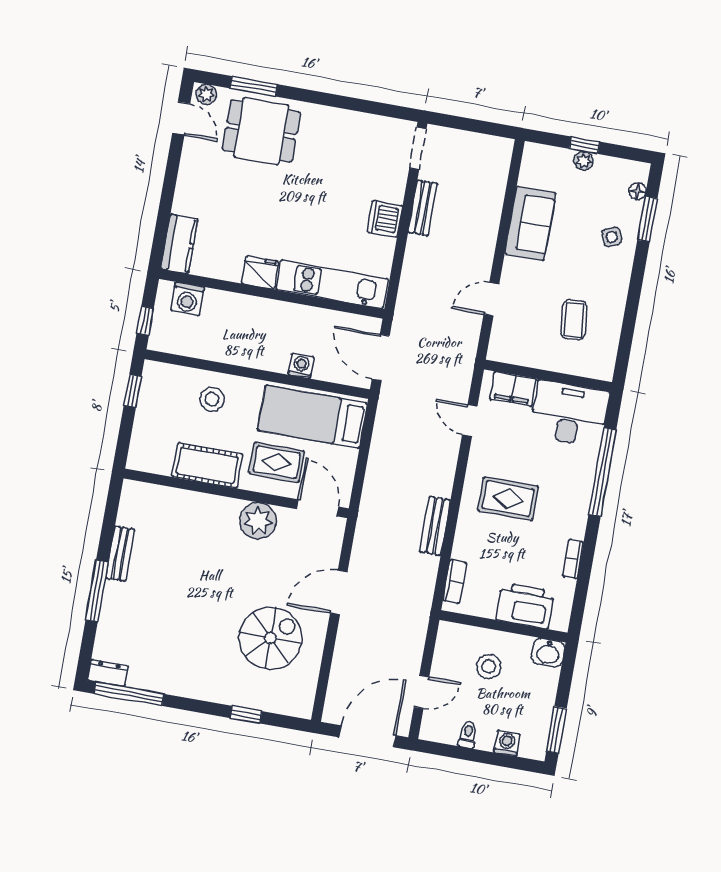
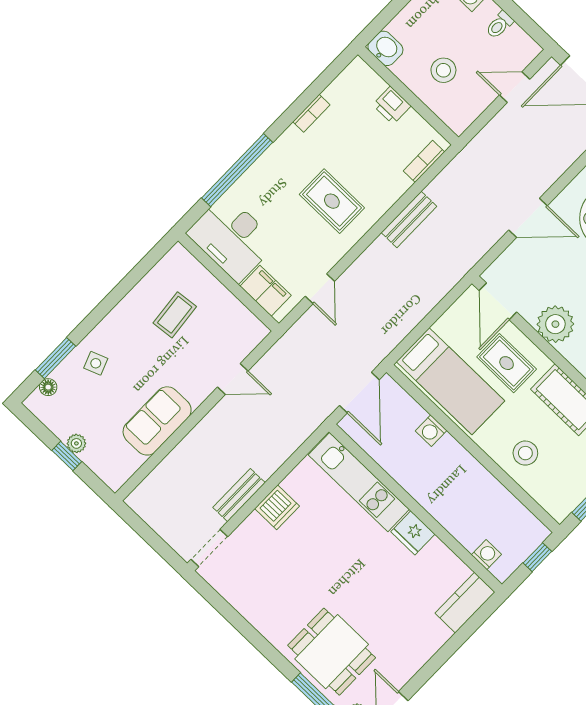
washing machine: (187, 299) -> (486, 555), width x0.73, depth x0.73
printer: (525, 606) -> (392, 105), width x0.53, depth x0.68

